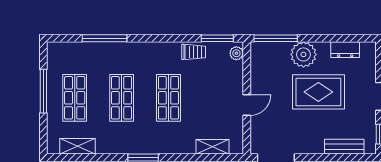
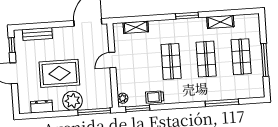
shelving: (78, 146) -> (220, 22), moved

